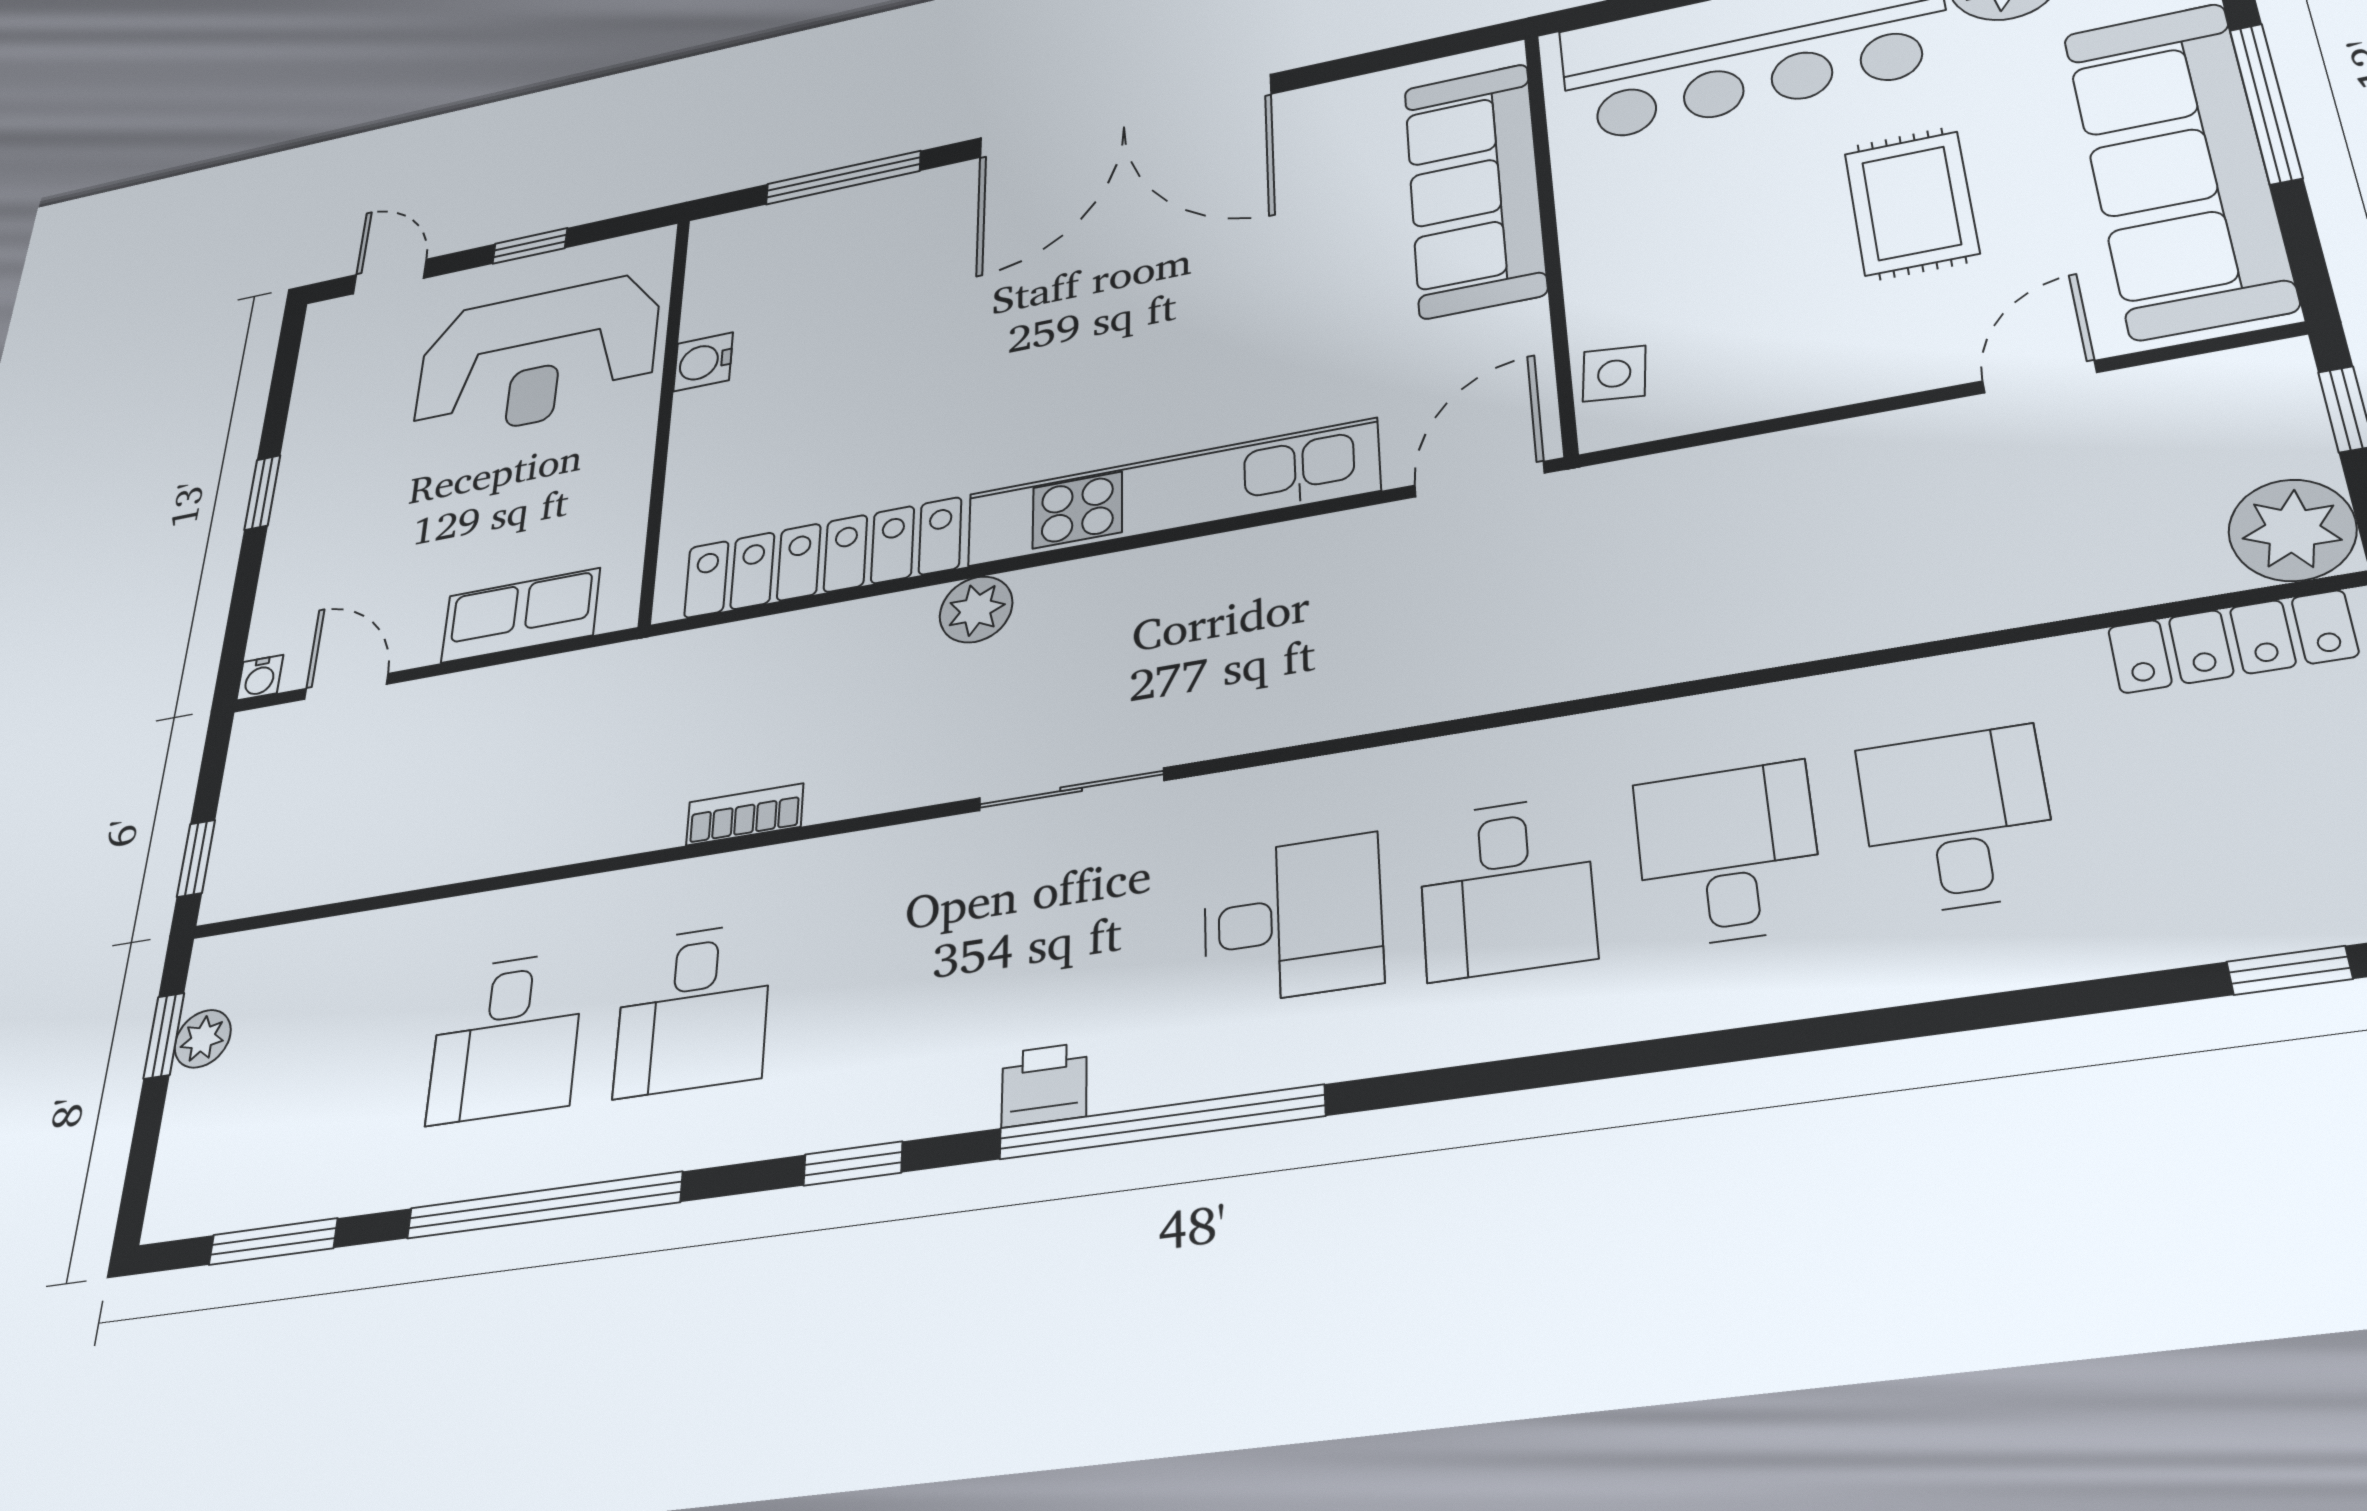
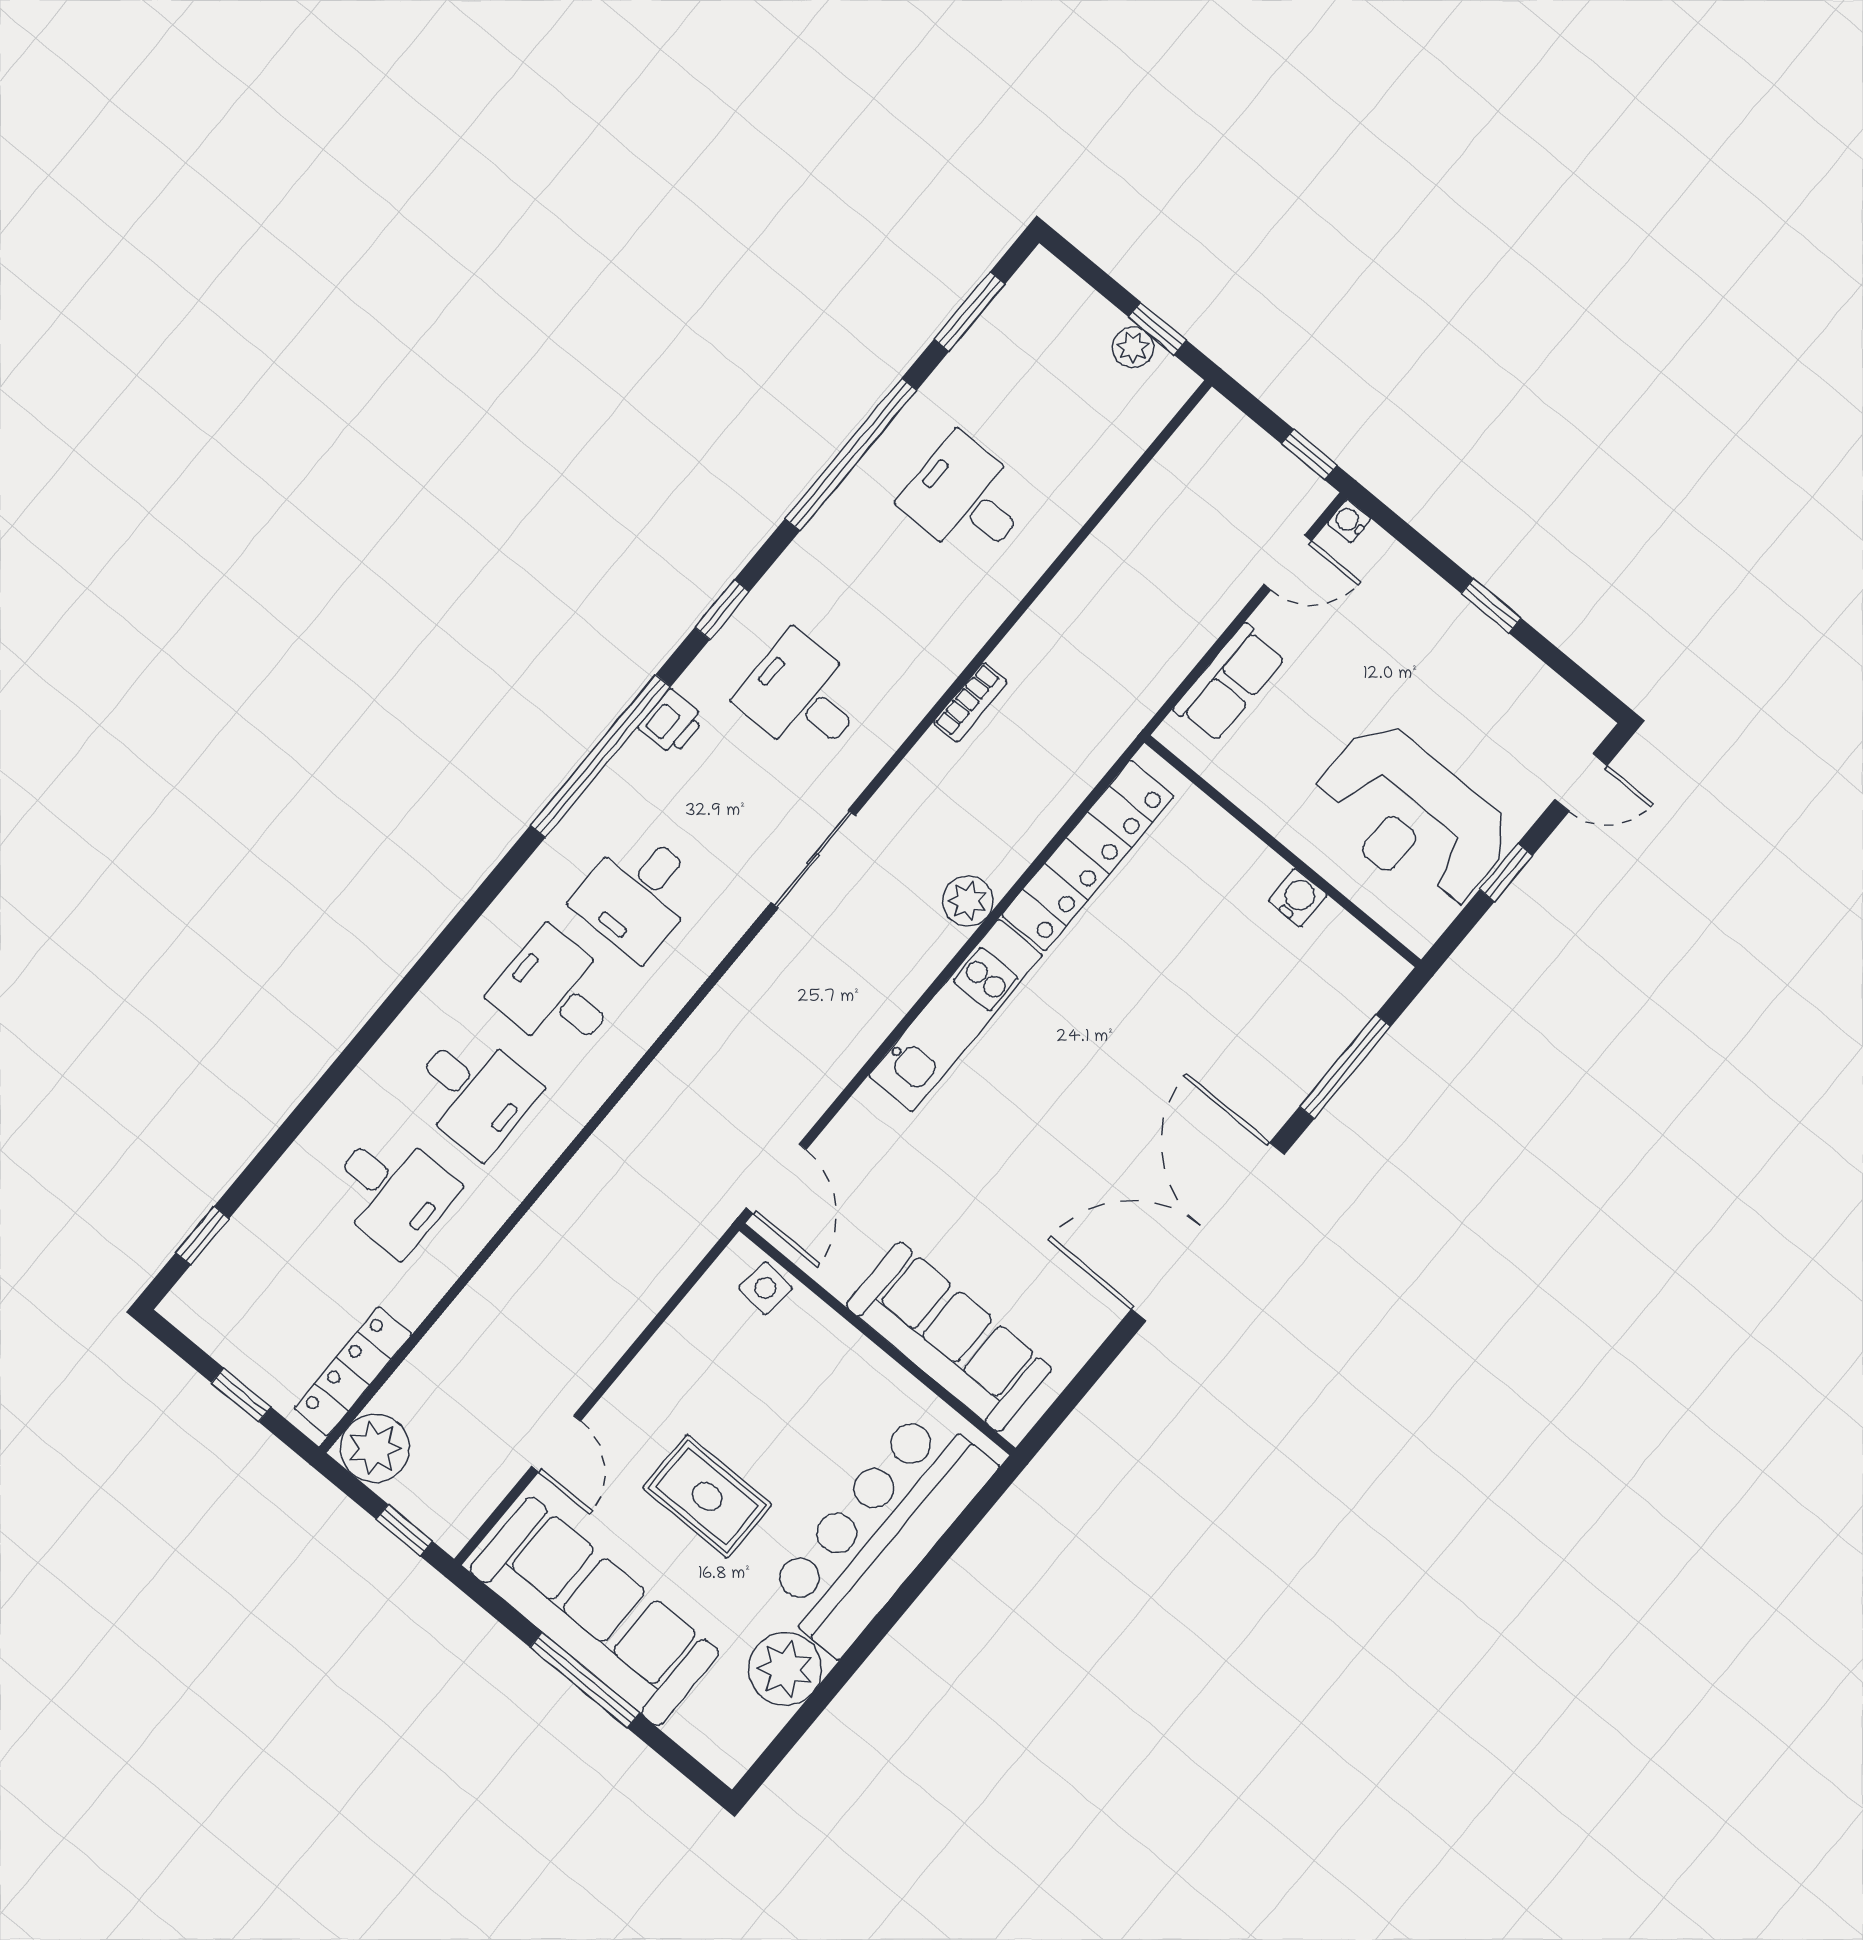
reception desk: (537, 357) -> (1411, 817), turned -90
kitchen unit: (1171, 493) -> (955, 1015), width x0.73
window: (196, 858) -> (1309, 455), moved
desk: (693, 1009) -> (802, 697), moved

